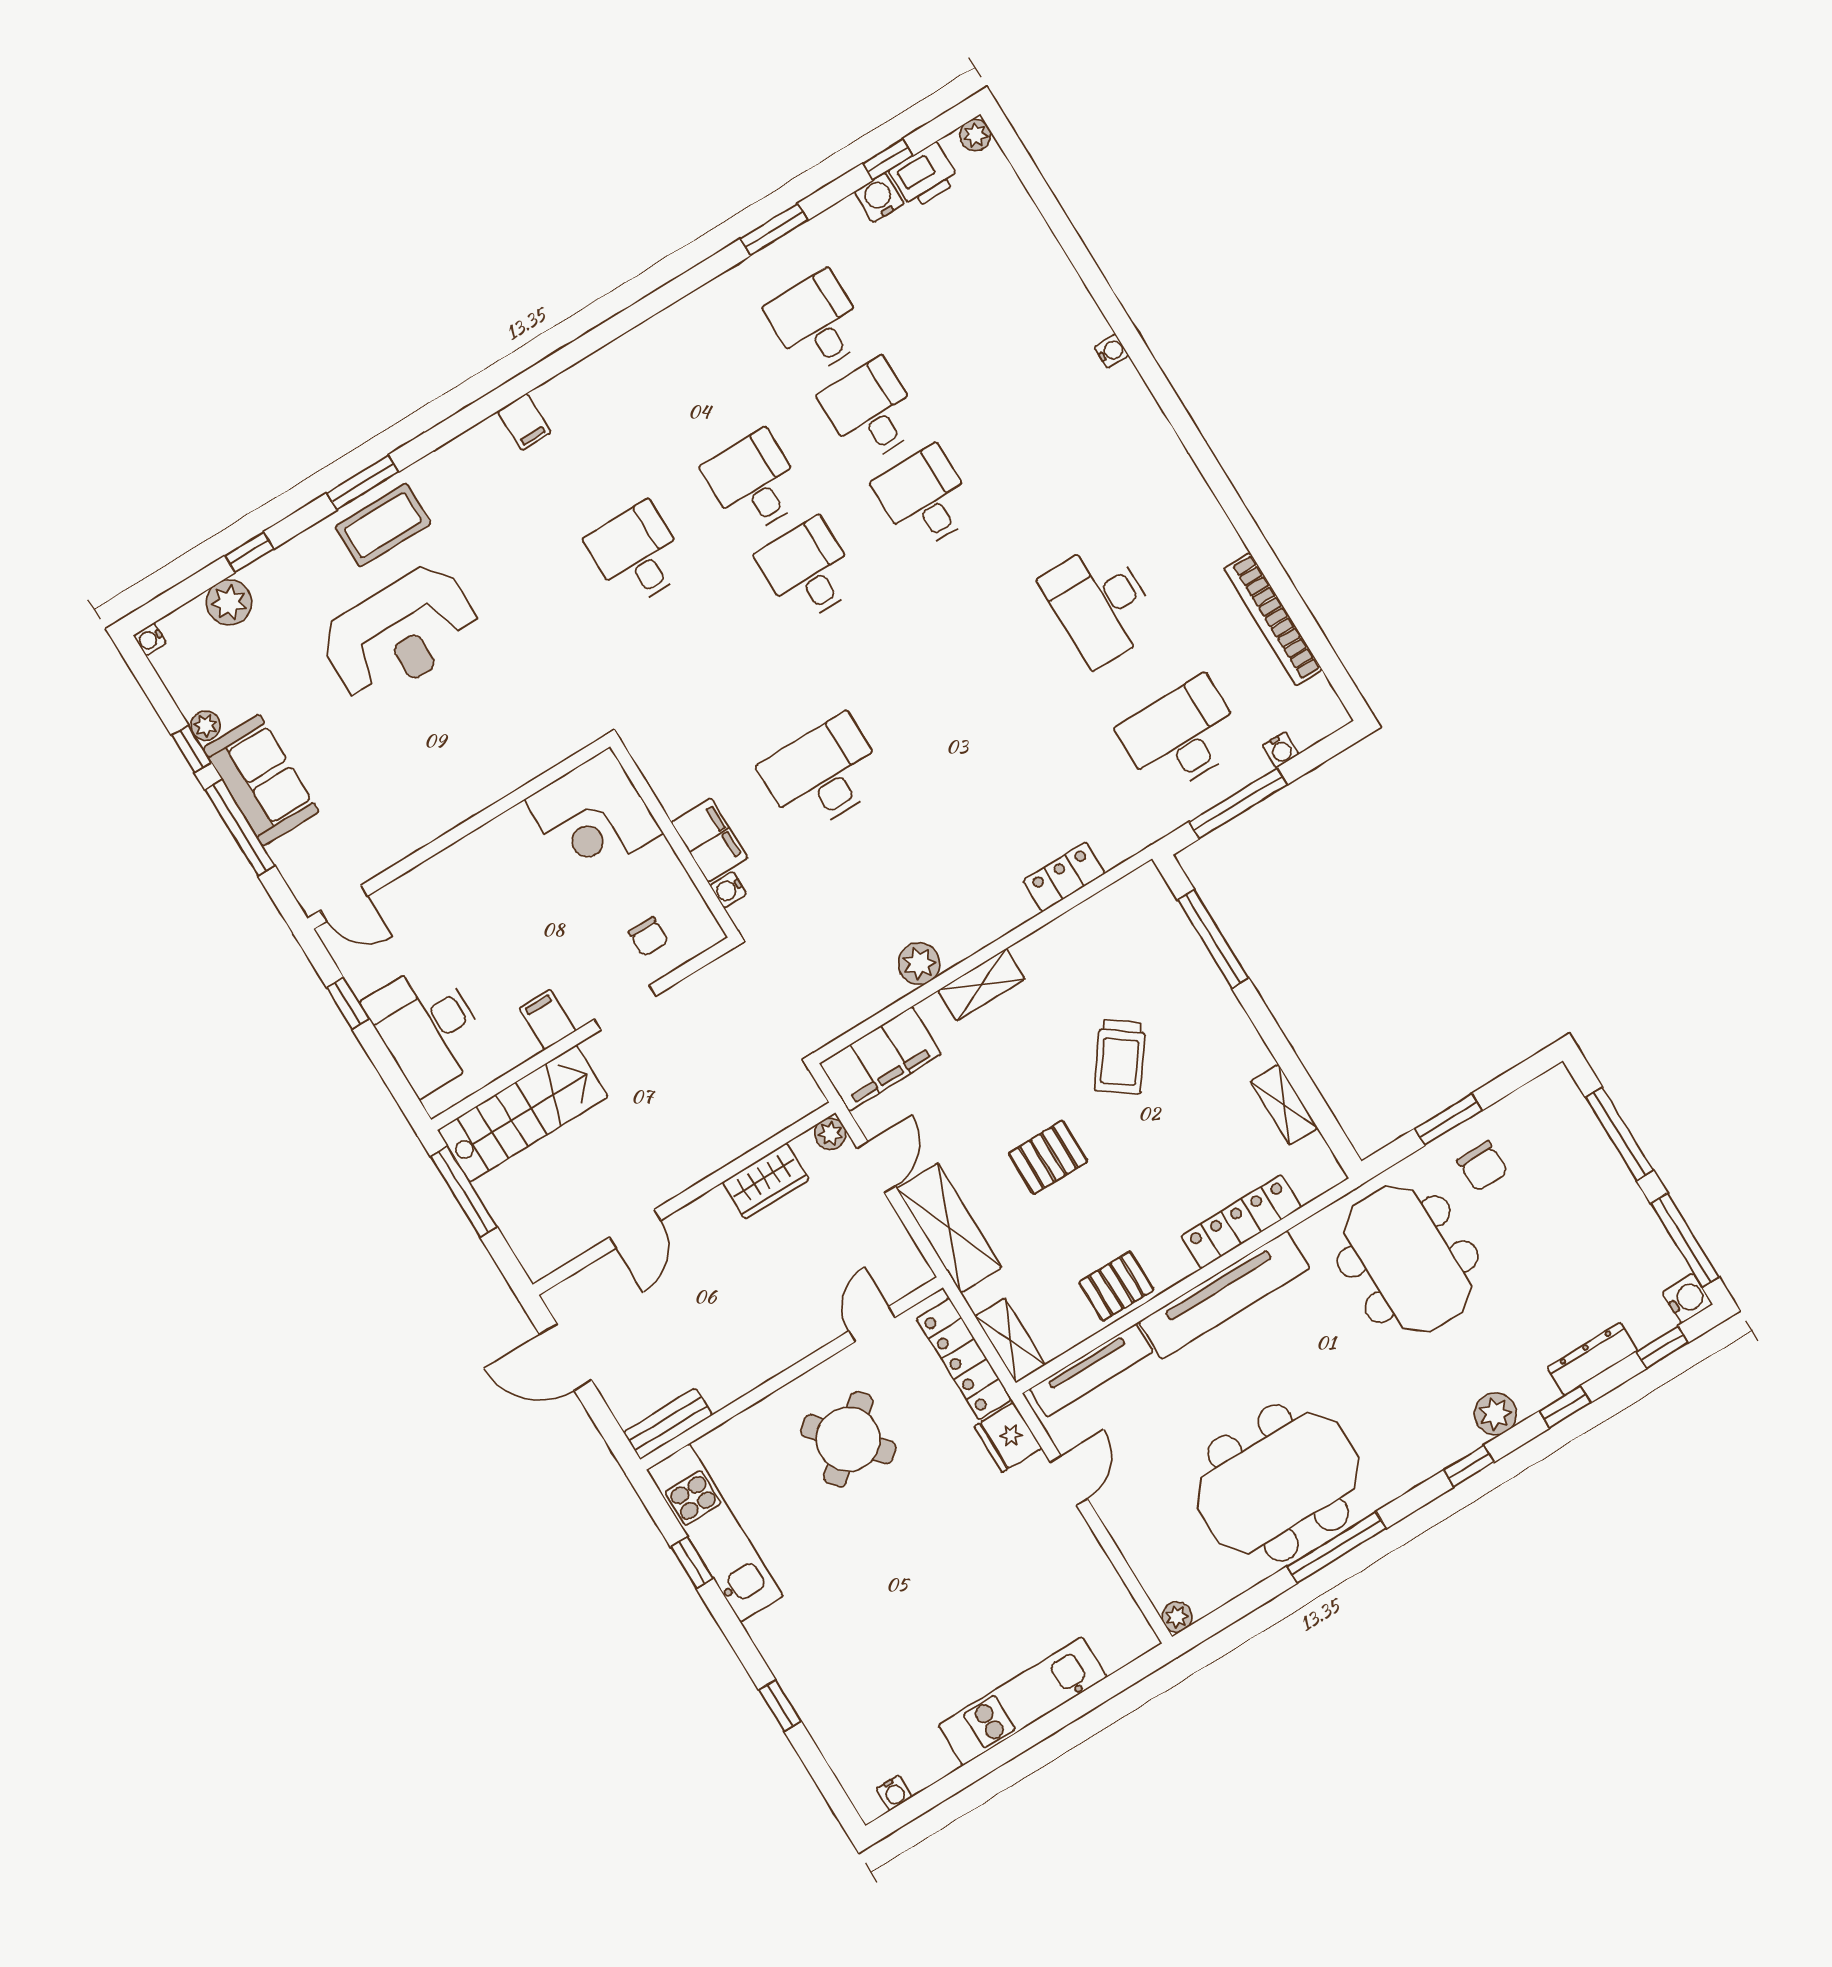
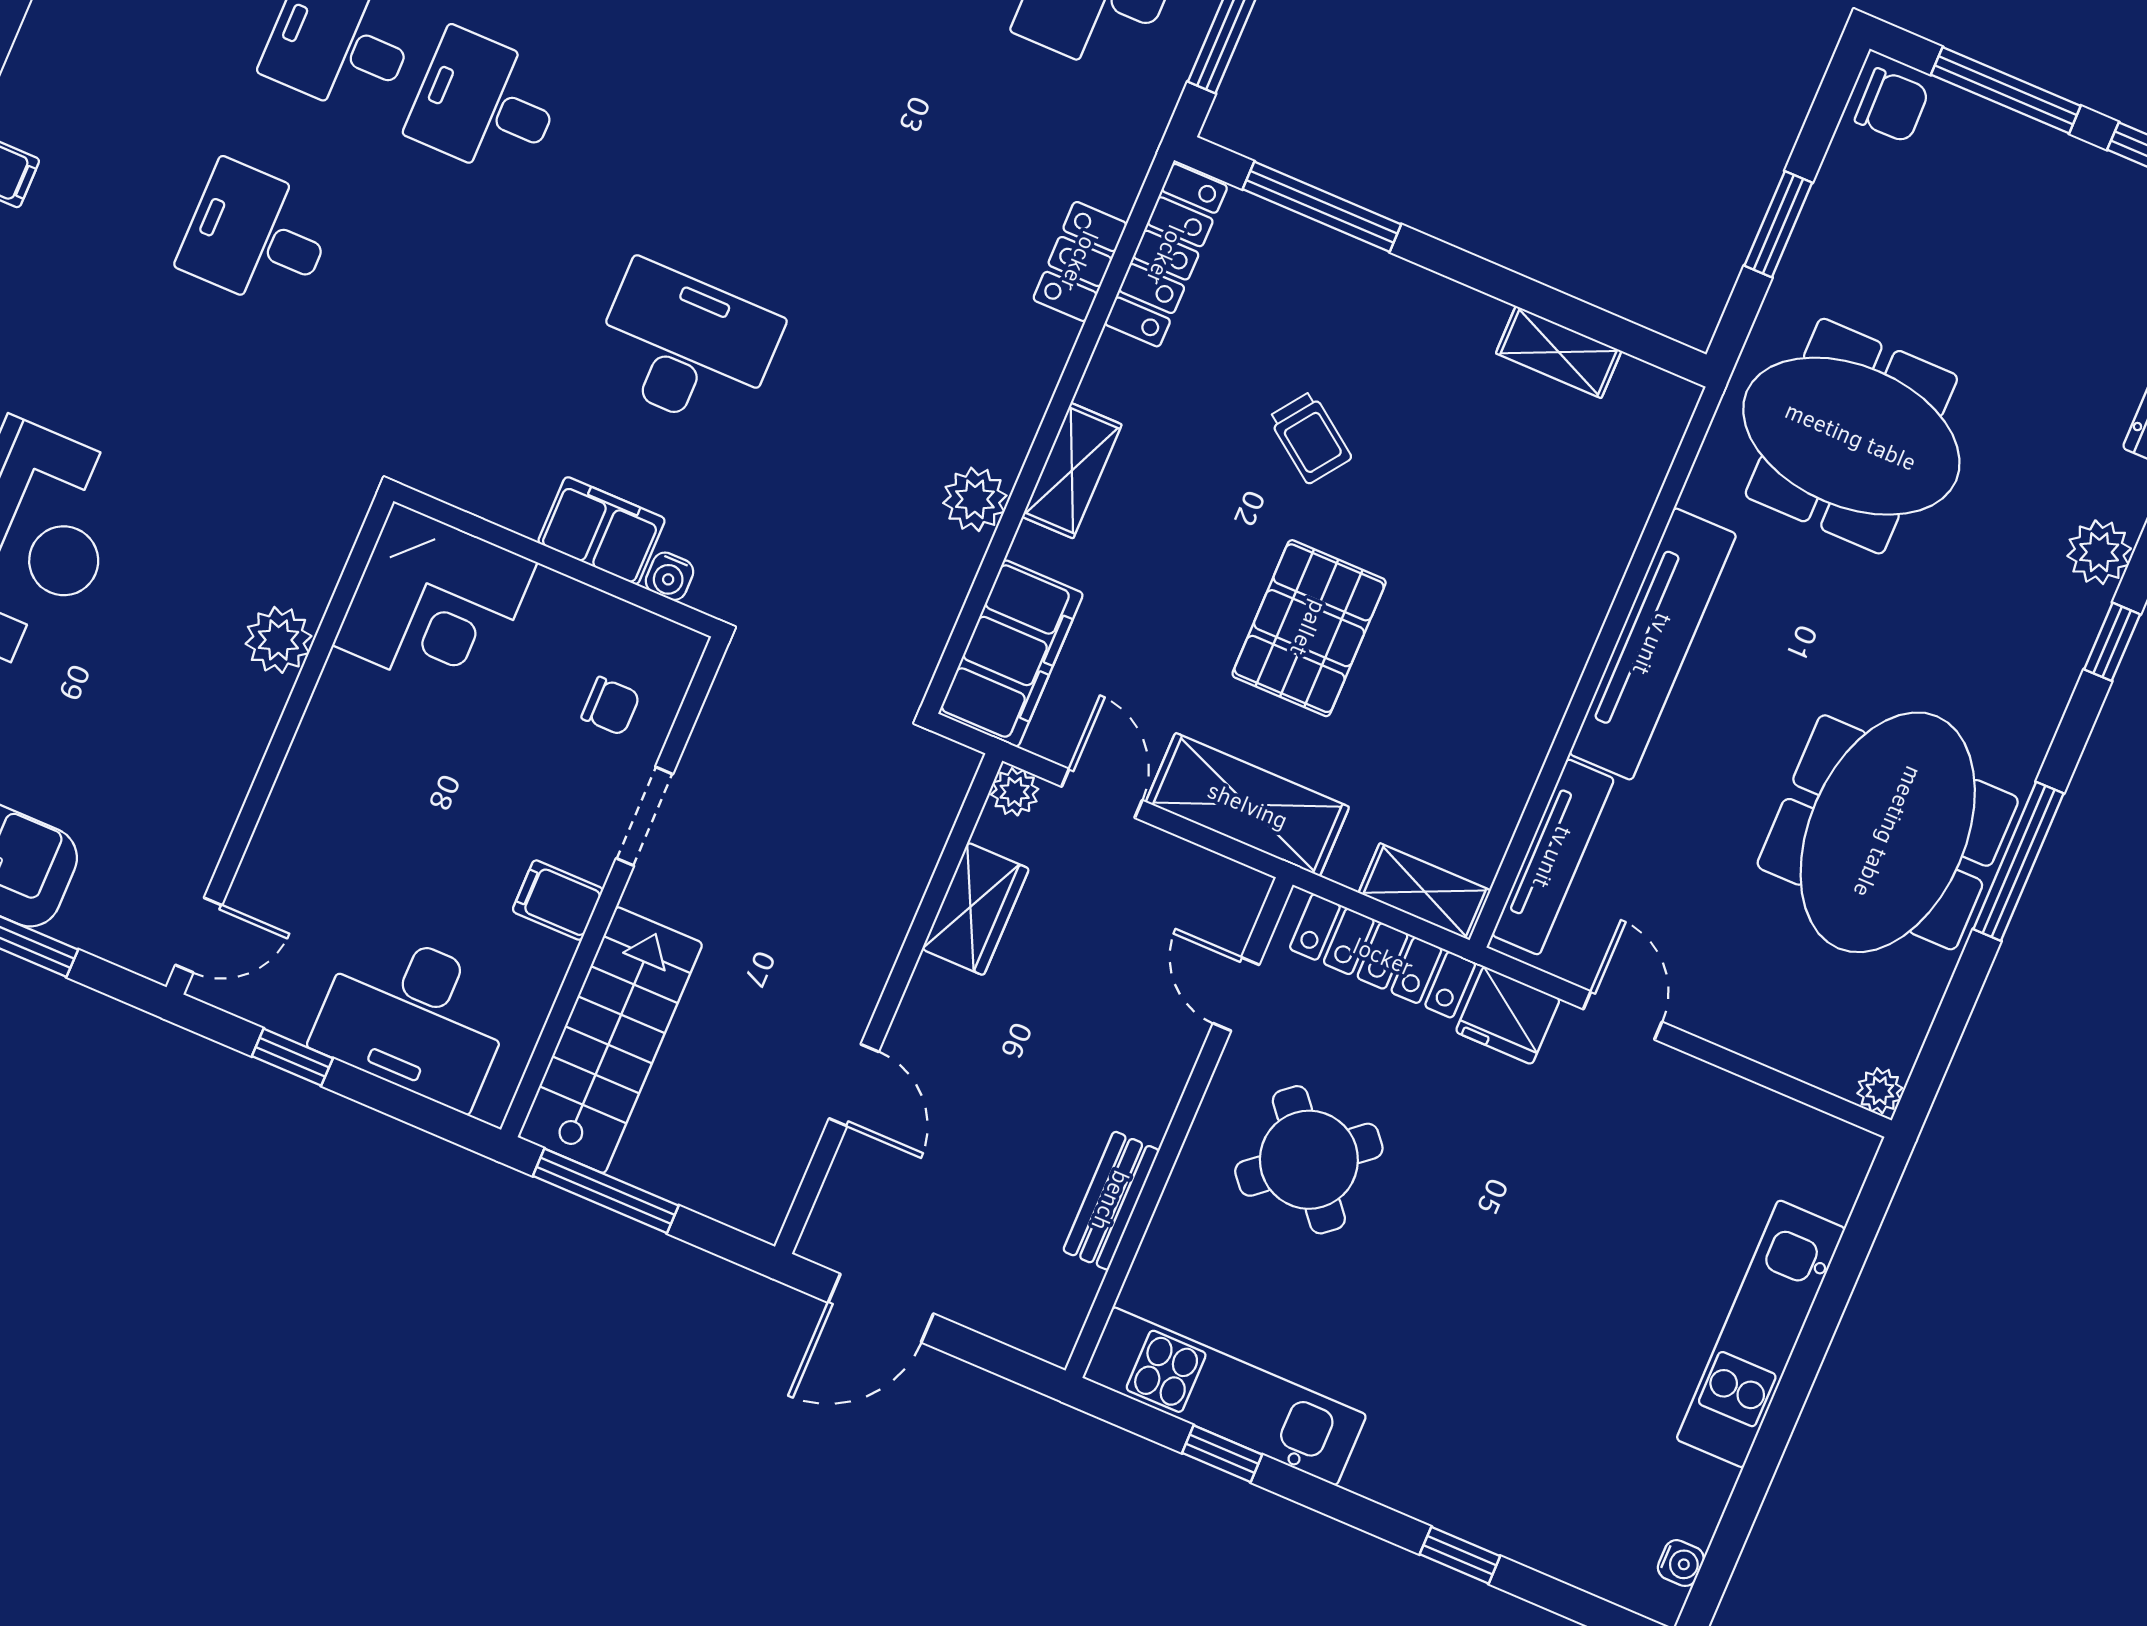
desk: (823, 774) -> (686, 347), turned 90
plant: (497, 777) -> (278, 640), added
trolley: (1120, 1057) -> (1310, 438), width x0.73, depth x0.72
pallet: (1048, 1157) -> (1309, 628), width x1.50, depth x1.42
chair: (1483, 1166) -> (1892, 105), moved
locker: (1241, 1222) -> (1166, 255), moved, turned 180
pallet: (1116, 1286) -> (1509, 729), removed
bench: (668, 1424) -> (1111, 1201), moved

